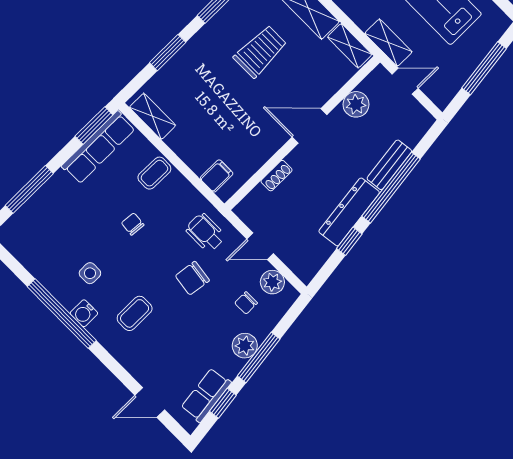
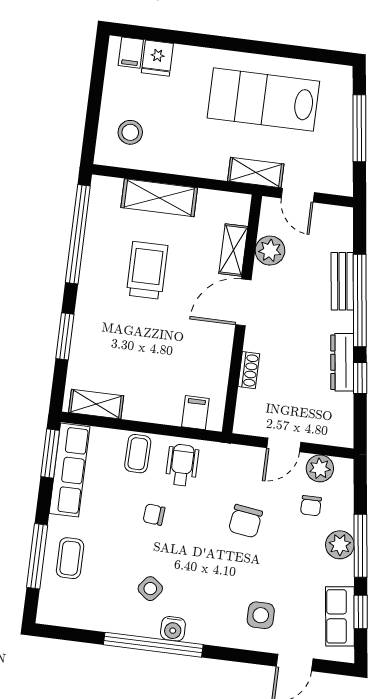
shelving: (350, 46) -> (233, 250), moved, turned 90
door: (405, 81) -> (298, 195), swing flipped
dresser: (349, 212) -> (342, 362), width x0.73, depth x0.80
wheelchair: (205, 233) -> (182, 465), moved, turned 90
side table: (90, 273) -> (150, 589), turned 38
coffee table: (135, 313) -> (70, 558), moved
side table: (152, 351) -> (261, 615), added

